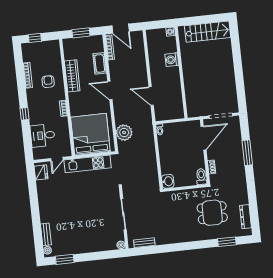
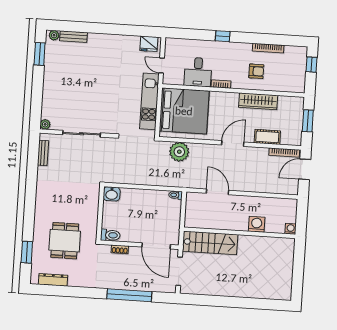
stairs: (208, 32) -> (210, 243), moved, turned -90
door: (151, 96) -> (217, 192), hinge flipped
desk: (43, 135) -> (198, 72), moved, turned 180
window: (247, 153) -> (129, 295), width x1.46

